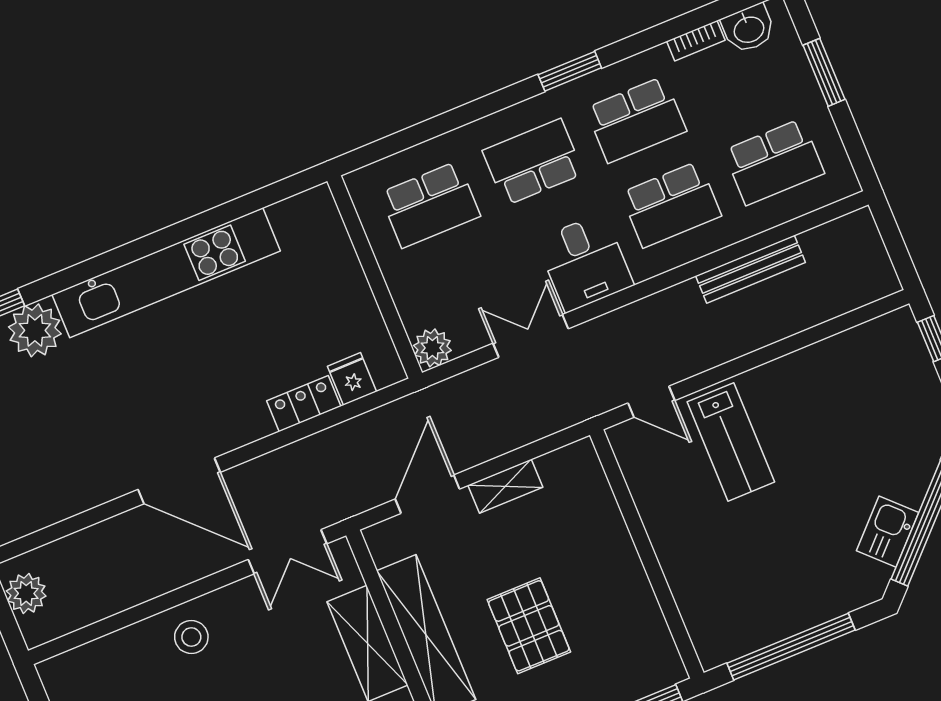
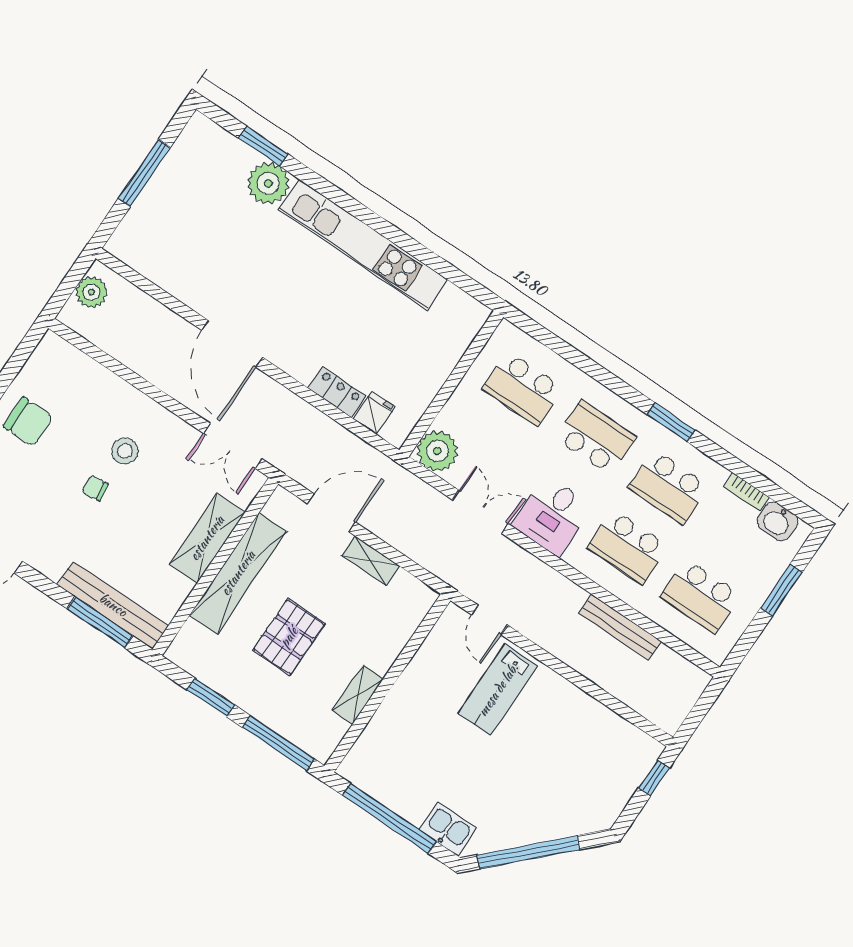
plant: (432, 348) -> (437, 451), width x1.36, depth x1.36
kitchen sink: (888, 532) -> (448, 829), moved, turned 45
shelving: (638, 593) -> (358, 695), added
stool: (191, 637) -> (125, 451), moved

